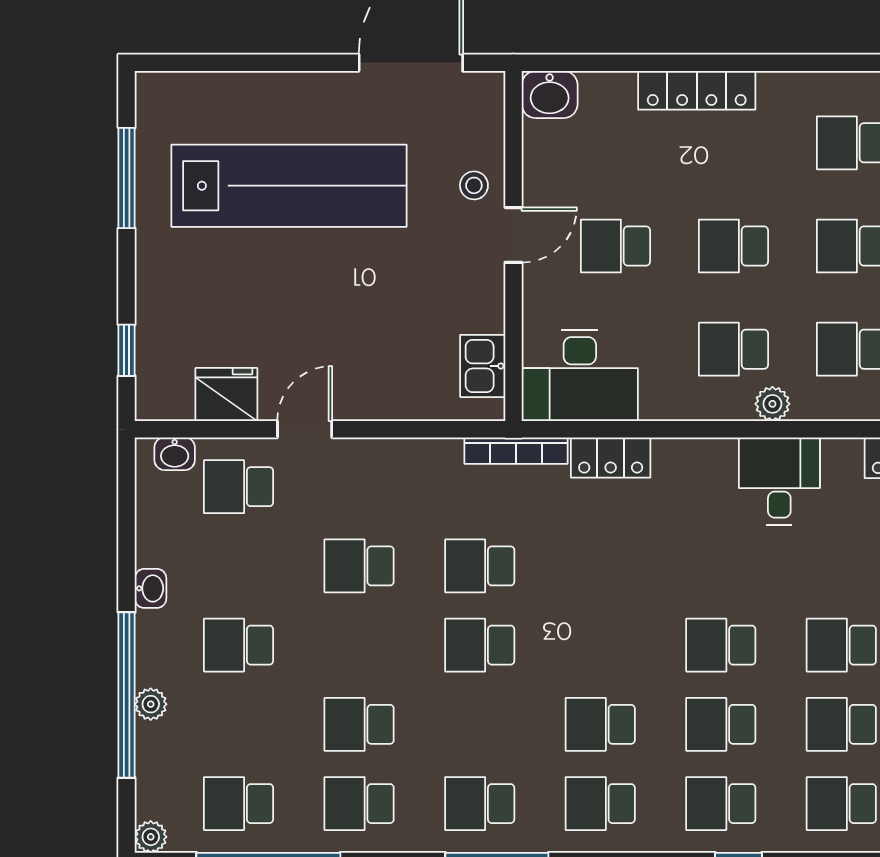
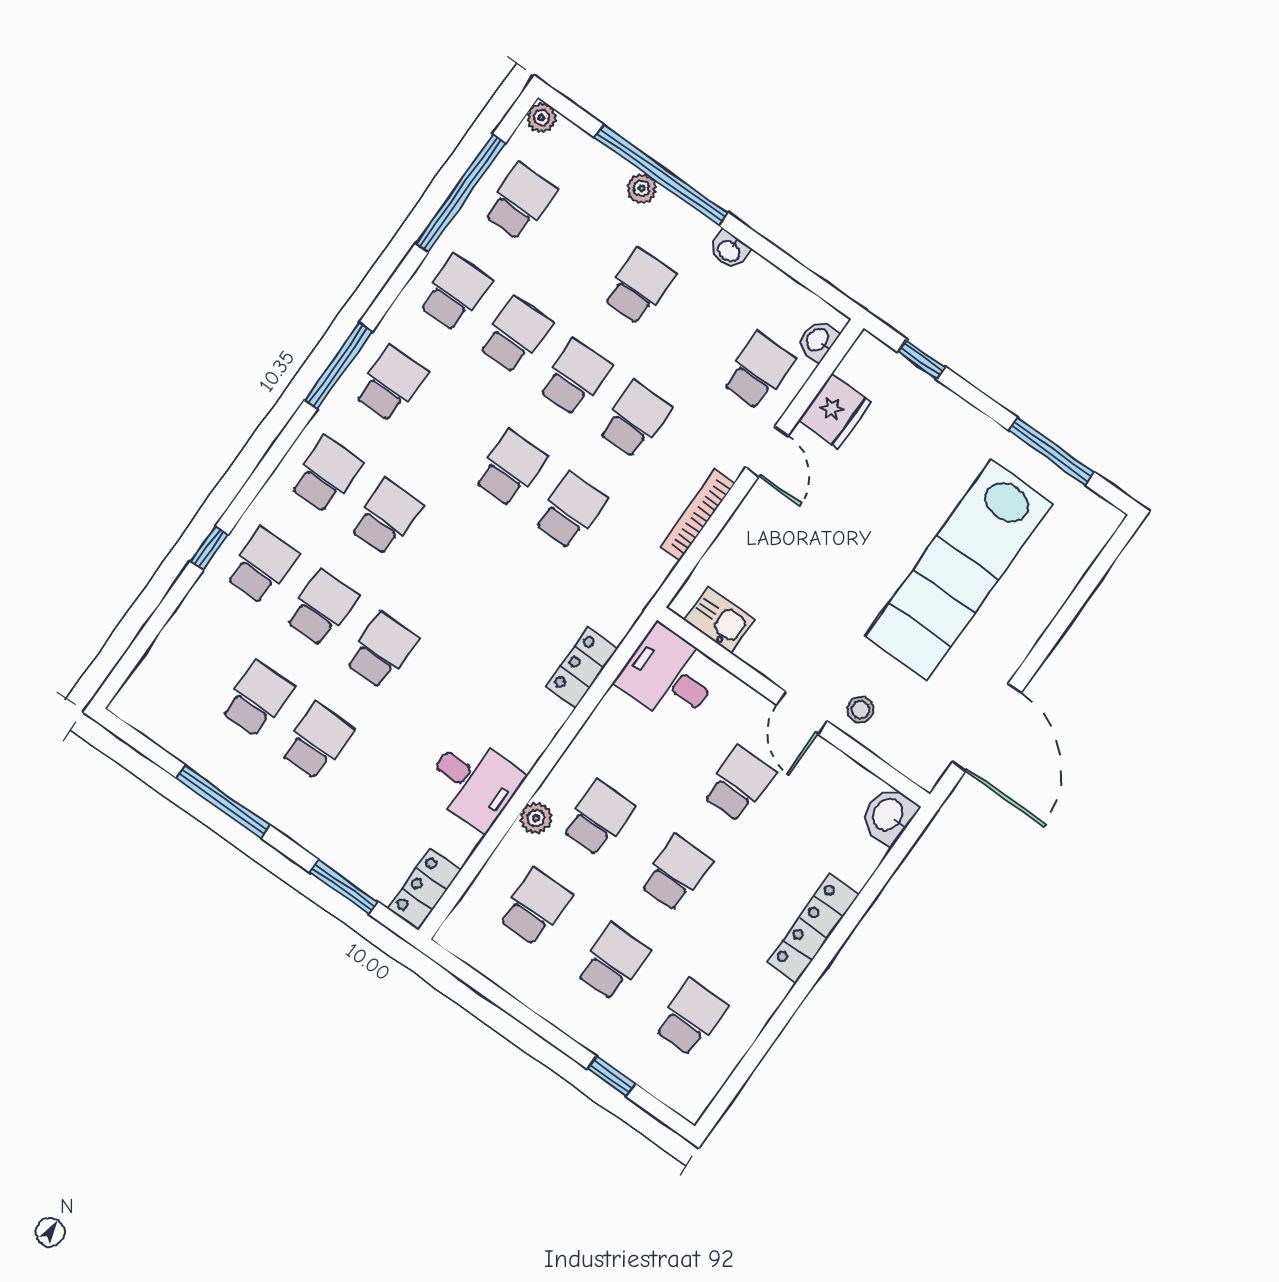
desk: (580, 375) -> (669, 676), width x0.73
bookcase: (516, 451) -> (698, 515), moved
school desk: (841, 804) -> (575, 377), moved

